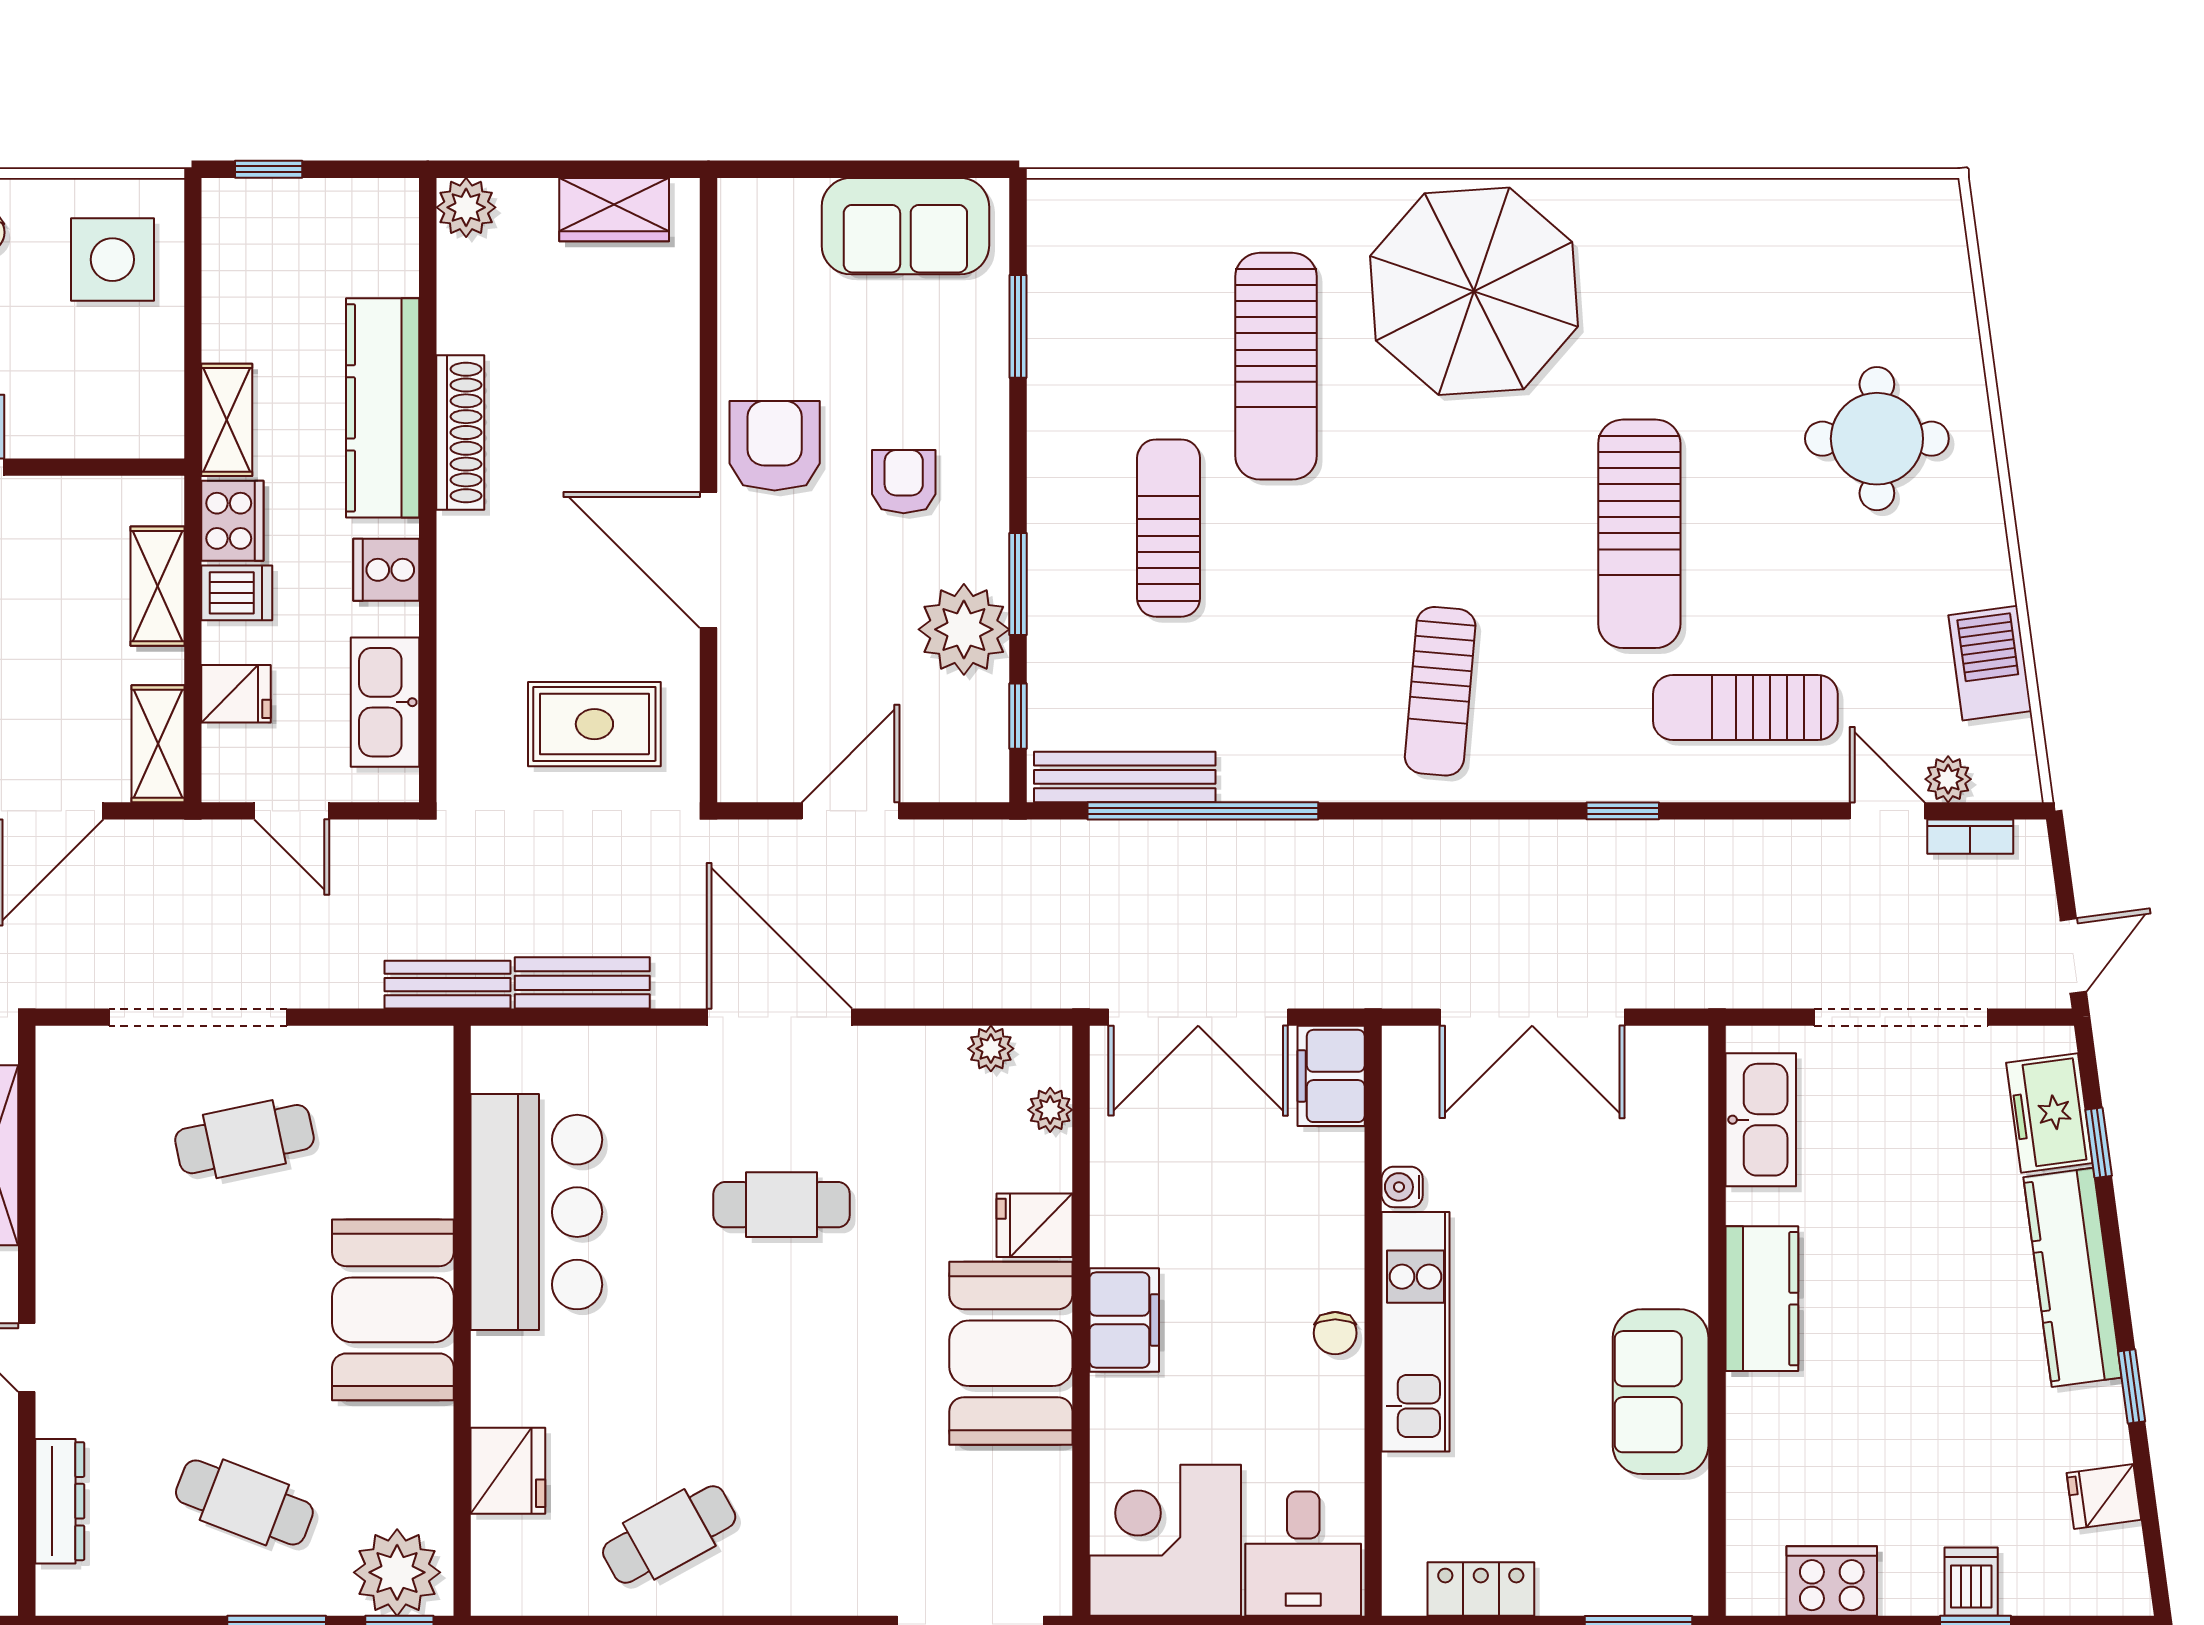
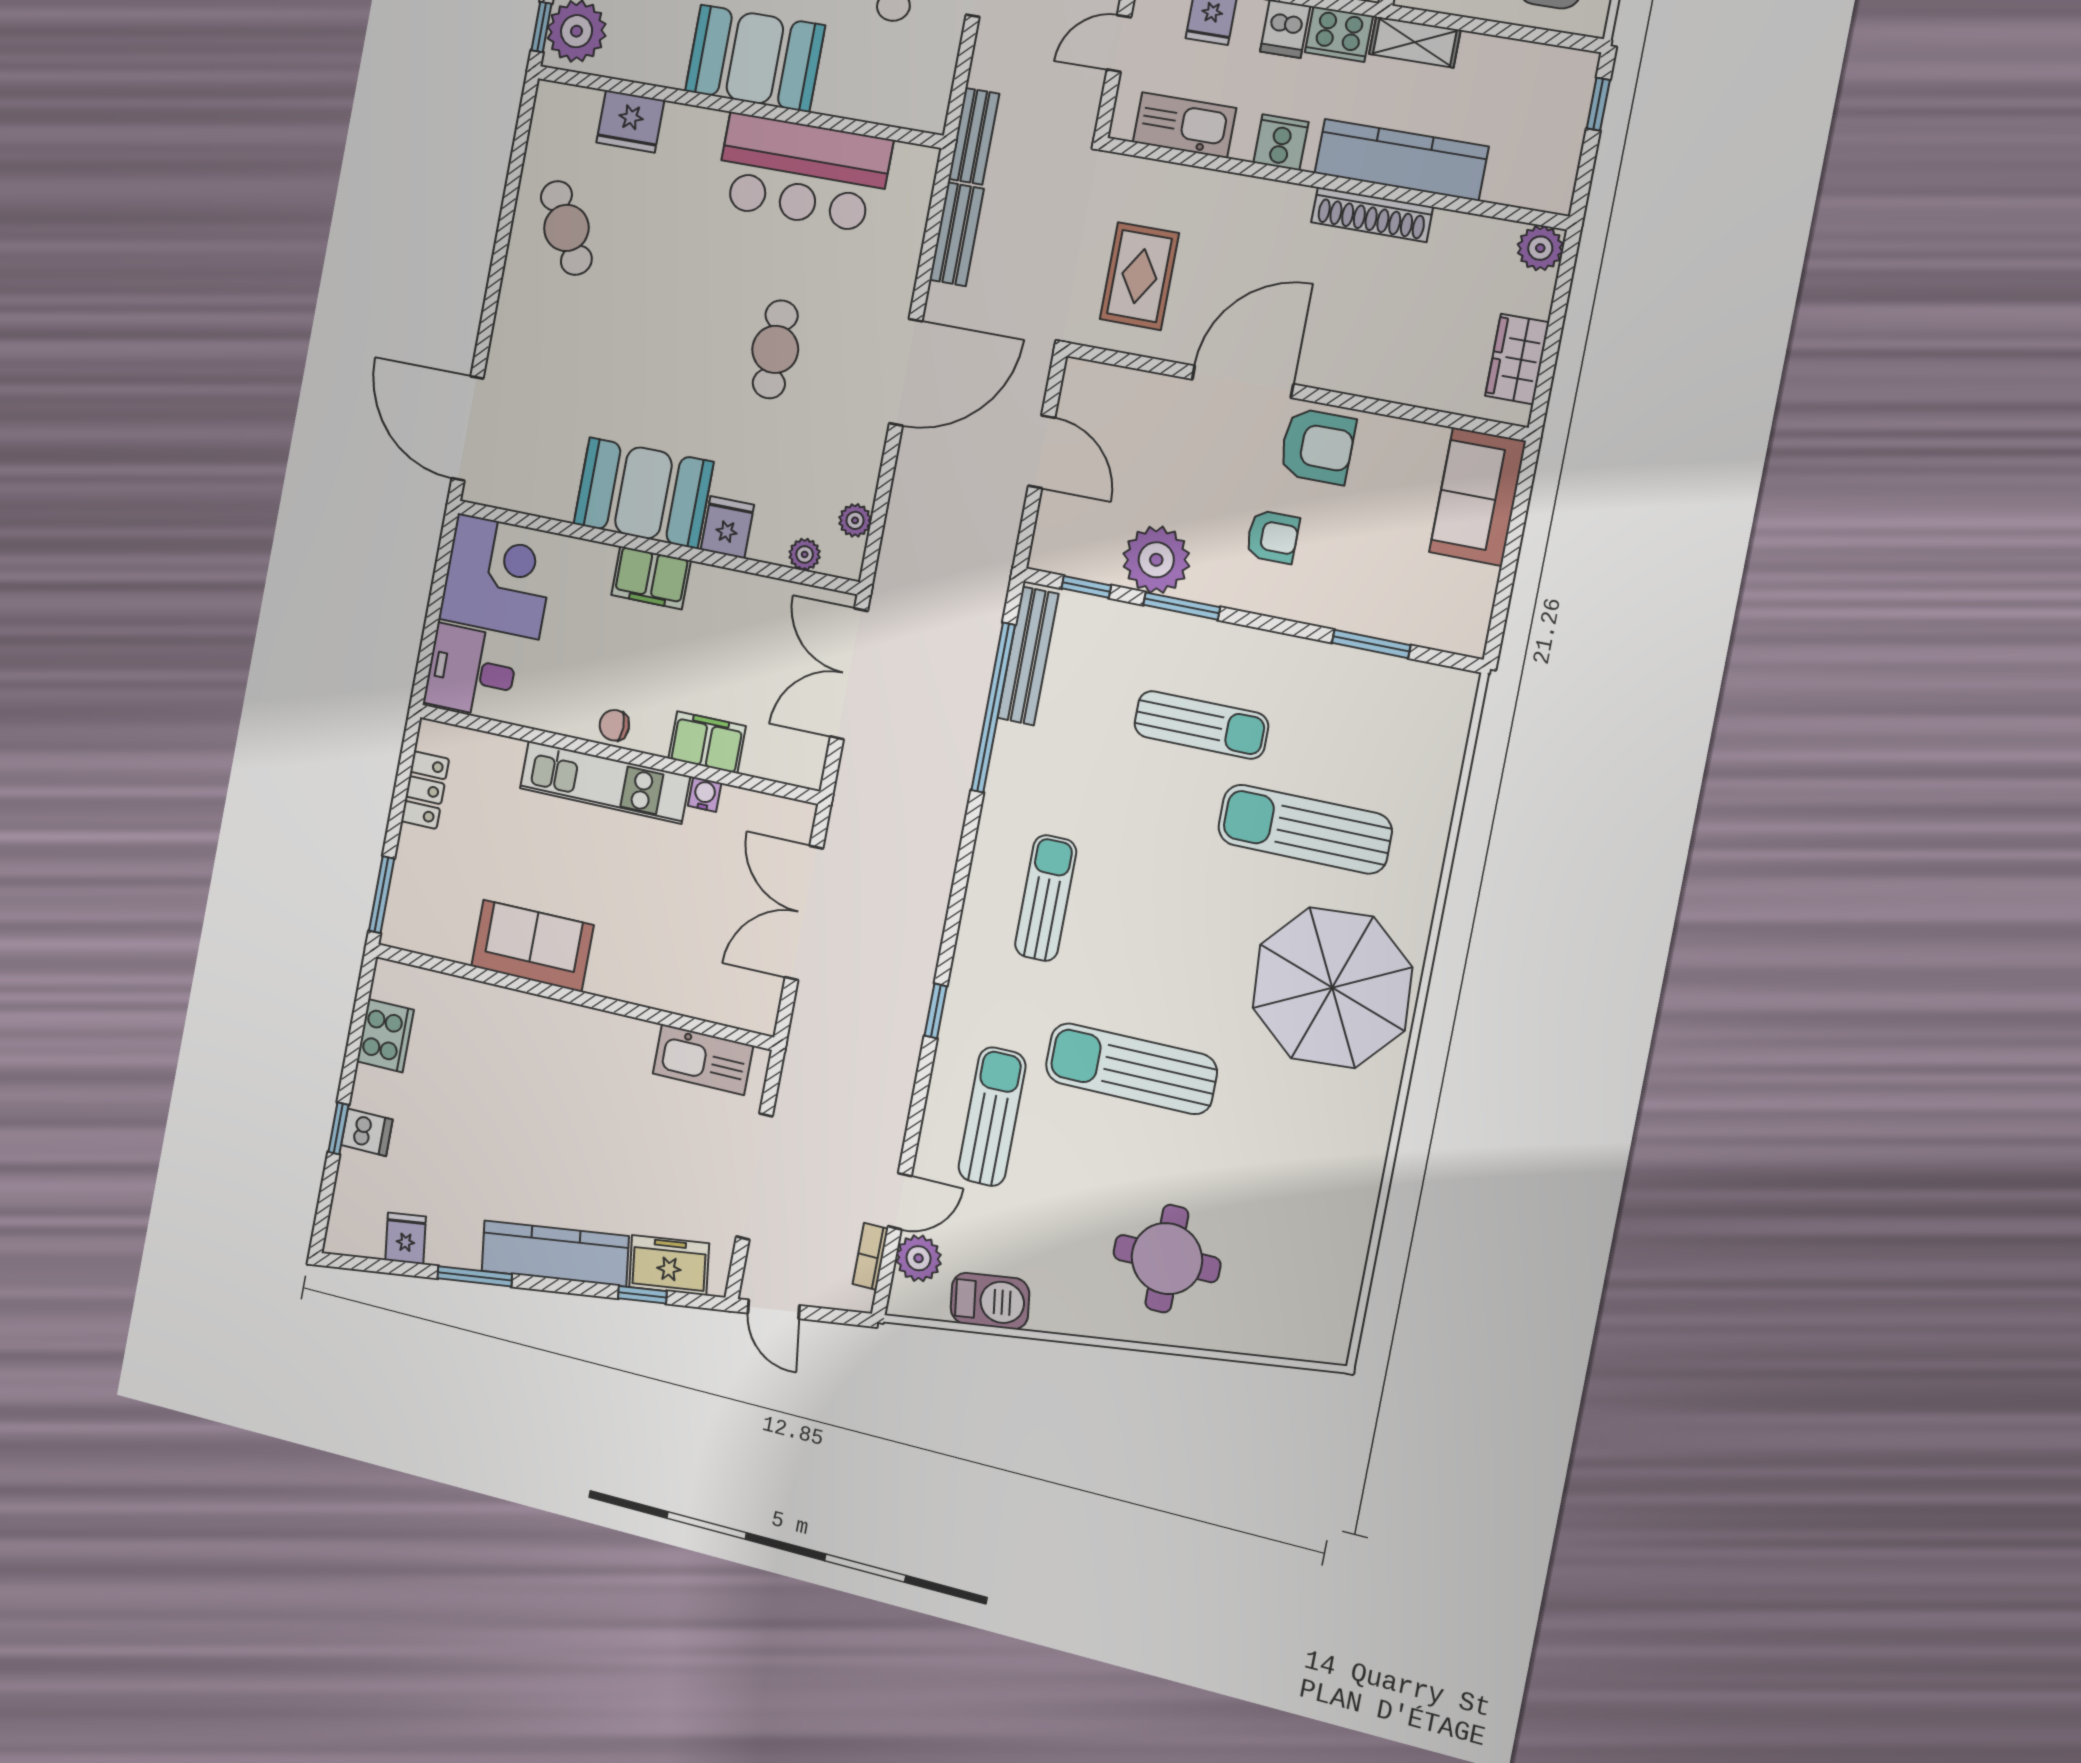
sofa: (905, 226) -> (1478, 497), moved
sun lounger: (1440, 691) -> (1046, 898), turned 85
plant: (1948, 779) -> (919, 1258), width x1.38, depth x1.38
filing cabinet: (1331, 1076) -> (707, 742), moved
kitchen counter: (1762, 1299) -> (581, 1031), removed
window: (2132, 1386) -> (475, 1276), width x1.50

